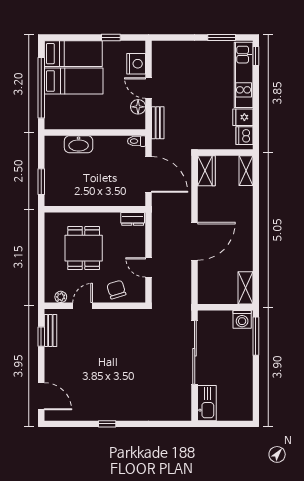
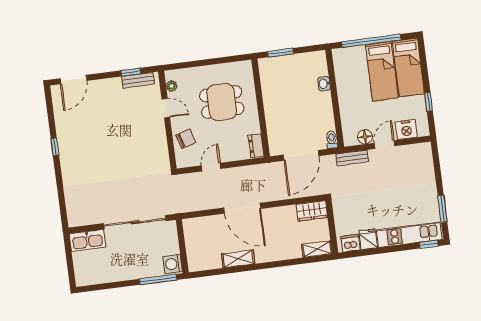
washbasin: (79, 144) -> (324, 84), width x0.52, depth x0.69
shelving: (245, 288) -> (238, 259), moved

